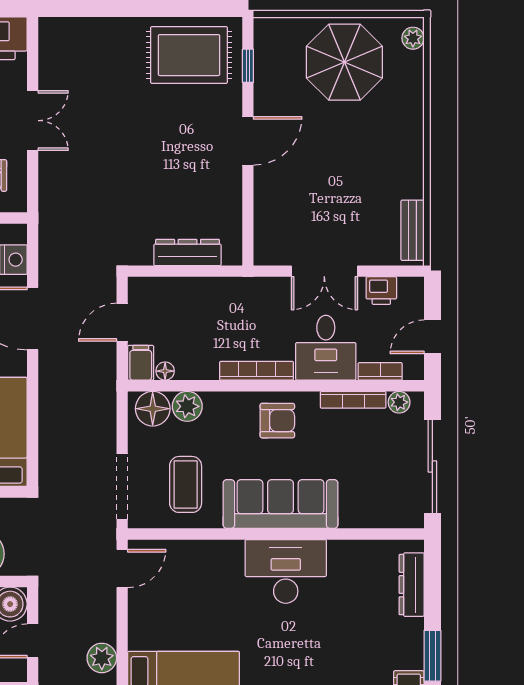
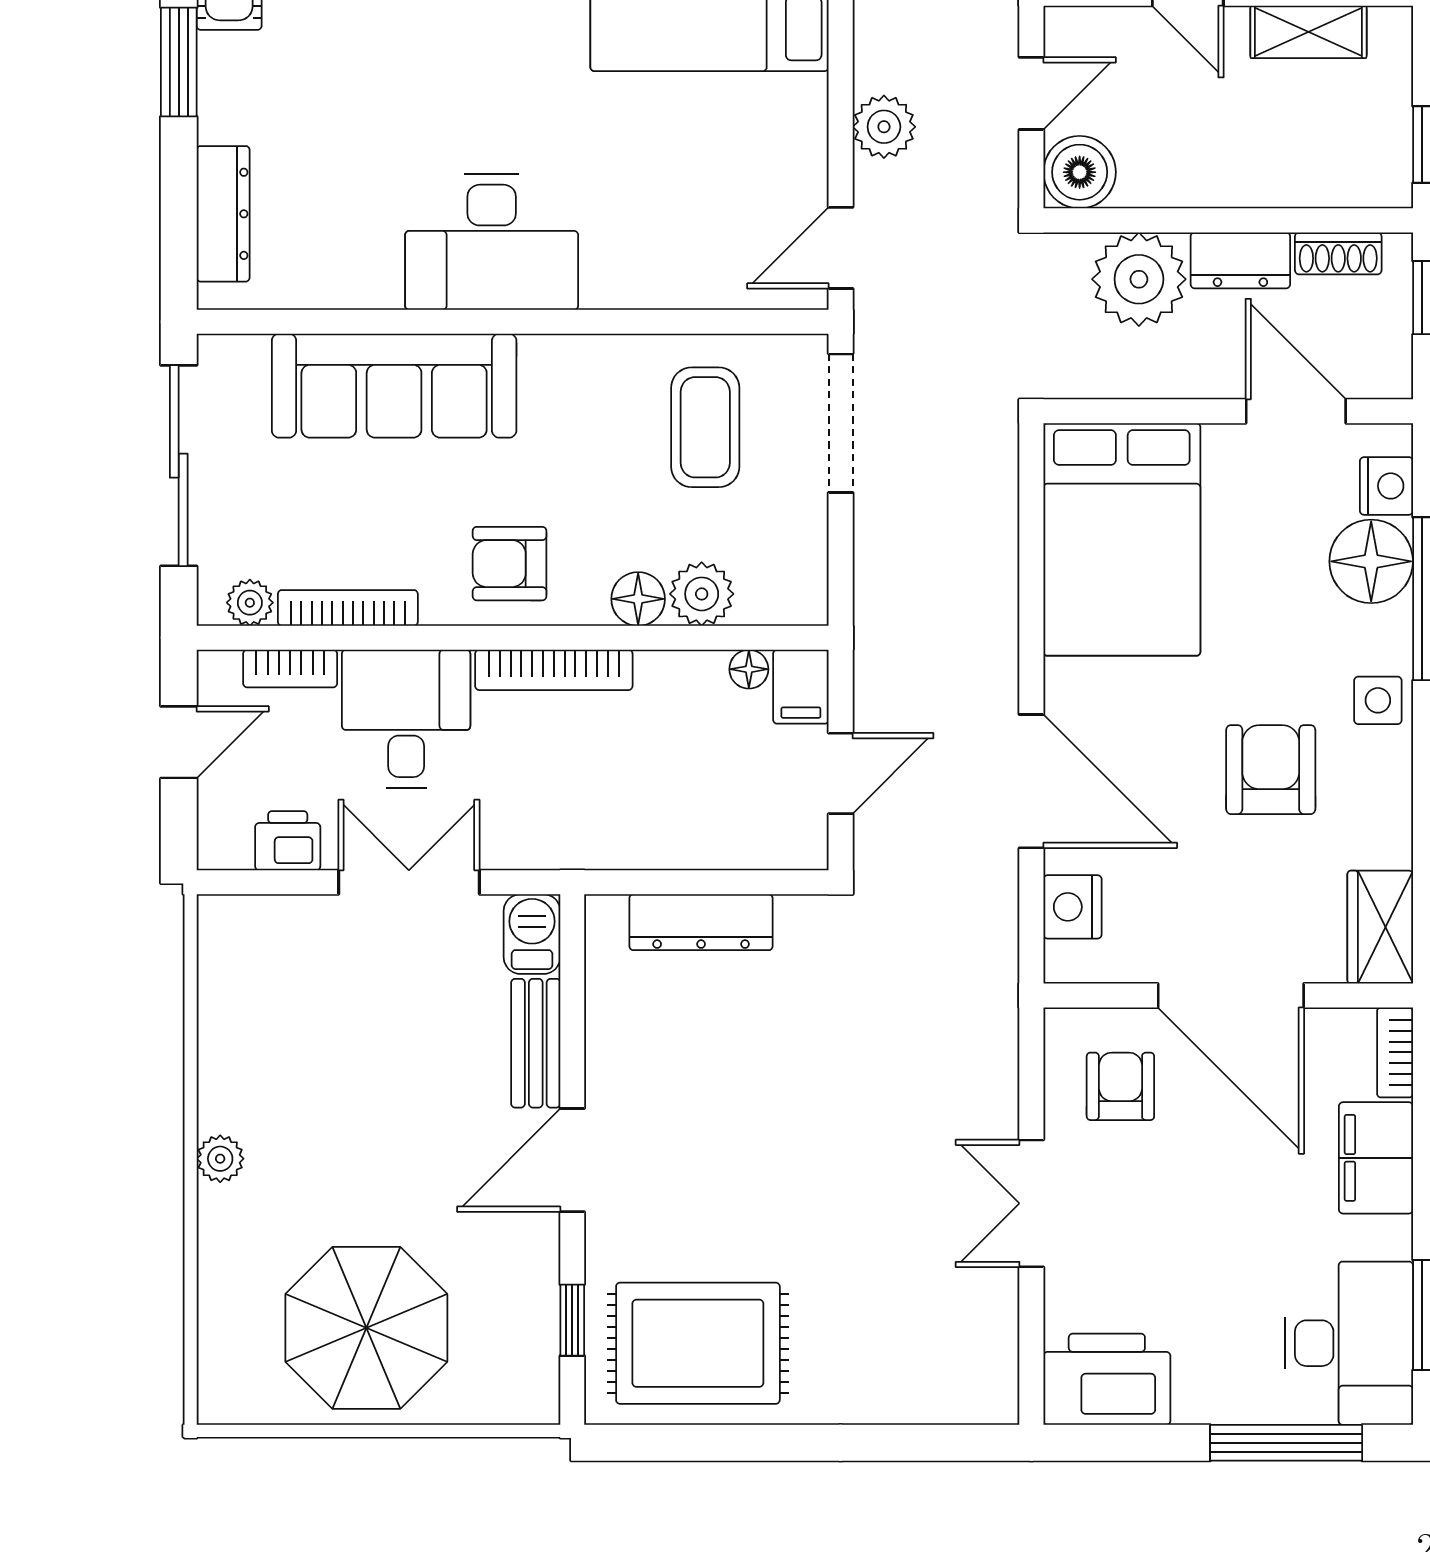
plant: (413, 38) -> (220, 1159), moved
bench: (412, 230) -> (536, 1043), moved
barbecue: (267, 247) -> (532, 934), added
floor lamp: (153, 409) -> (638, 599), moved, width x0.73, depth x0.73
sofa: (280, 504) -> (394, 386), moved
plant: (102, 658) -> (884, 127), moved

